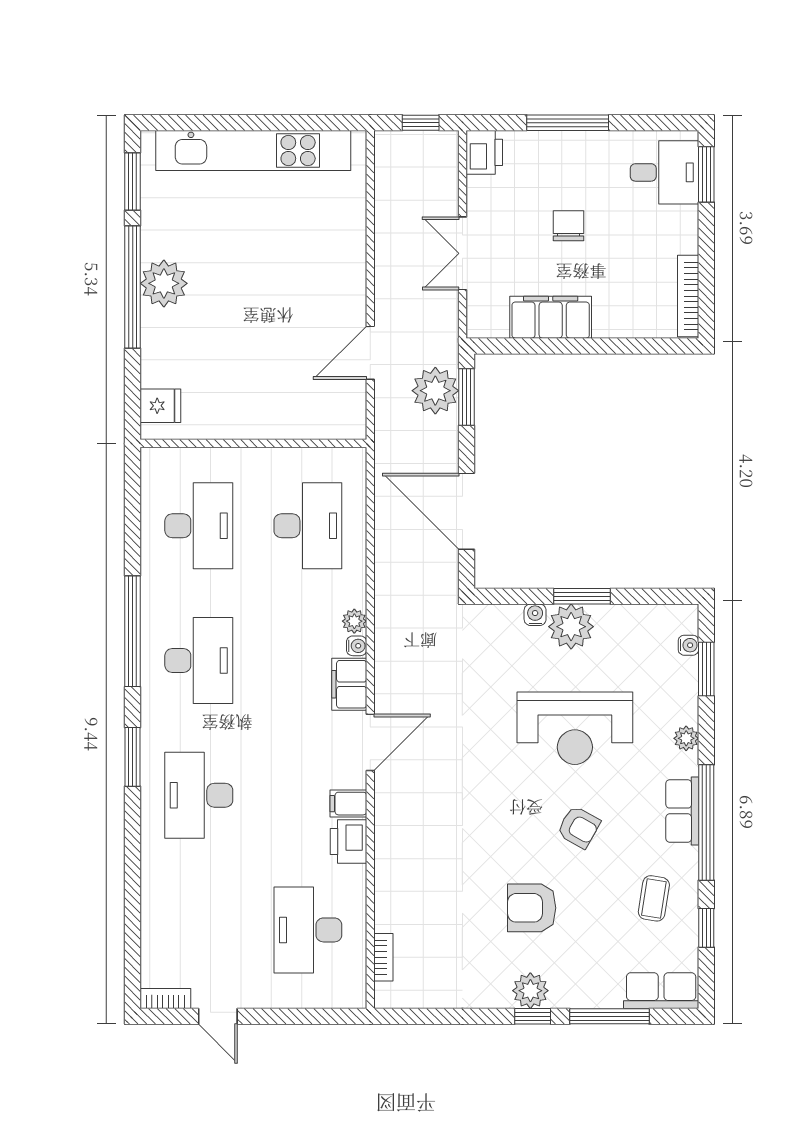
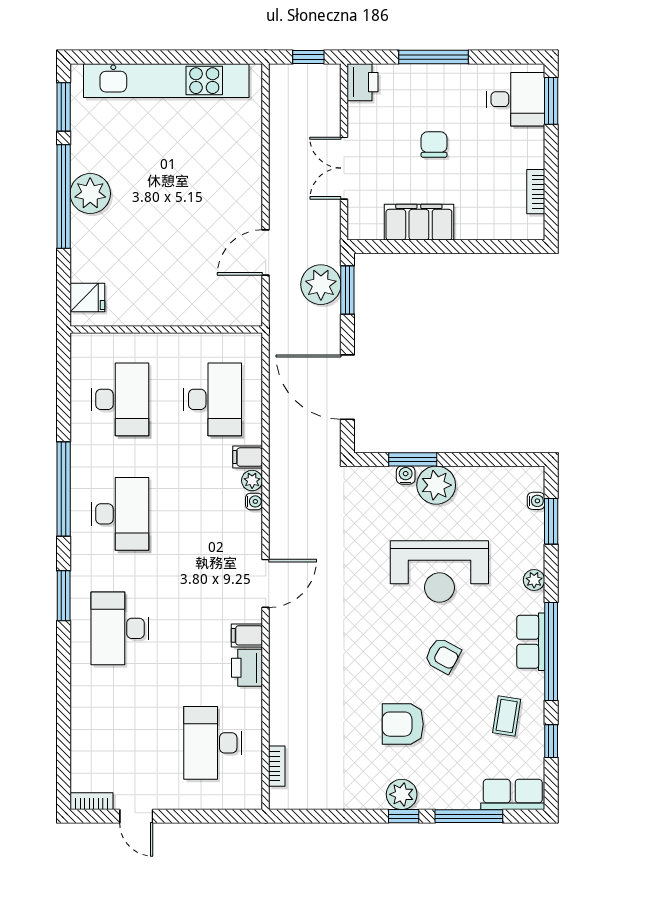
bookcase: (688, 296) -> (536, 192), width x0.64
window: (582, 596) -> (413, 459), moved
filing cabinet: (349, 684) -> (248, 457), moved, width x0.50

